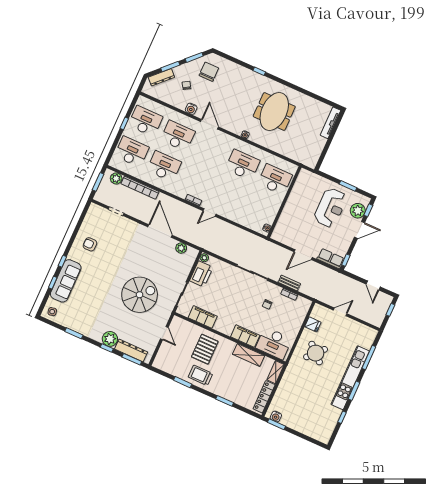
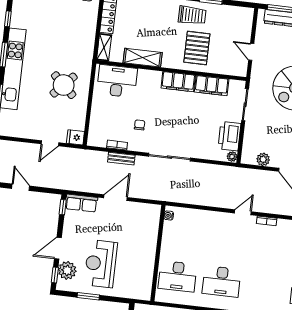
fridge: (313, 324) -> (75, 137), moved
filing cabinet: (245, 336) -> (178, 82), moved

